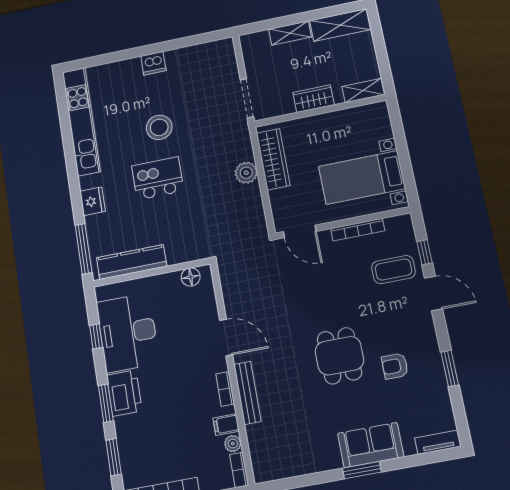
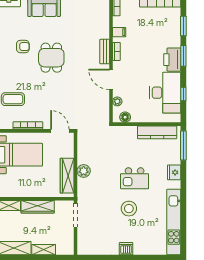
wardrobe: (313, 99) -> (38, 207), width x1.50
bench: (247, 393) -> (105, 51), width x0.73
plant: (233, 444) -> (117, 101), moved

